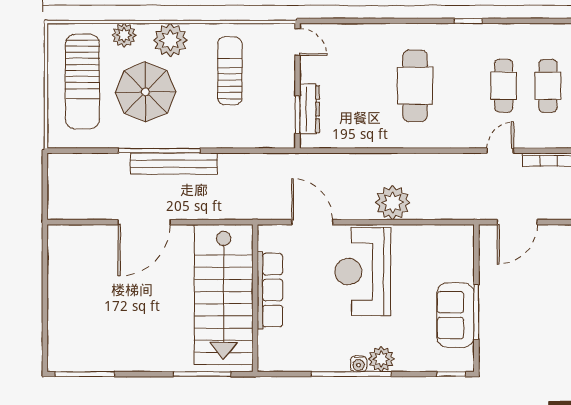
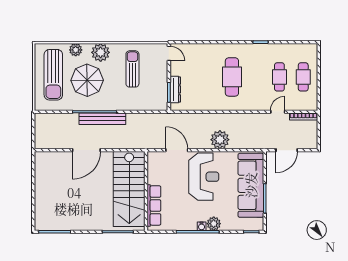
reception desk: (363, 272) -> (204, 177), turned 180
row of seats: (270, 290) -> (154, 205), moved
sofa: (455, 315) -> (251, 185), width x1.85, depth x1.27

